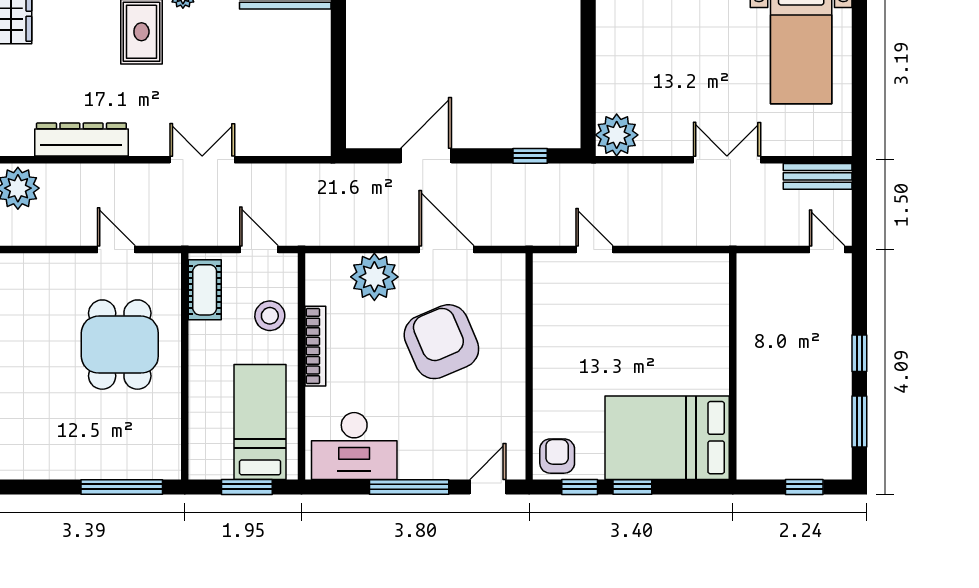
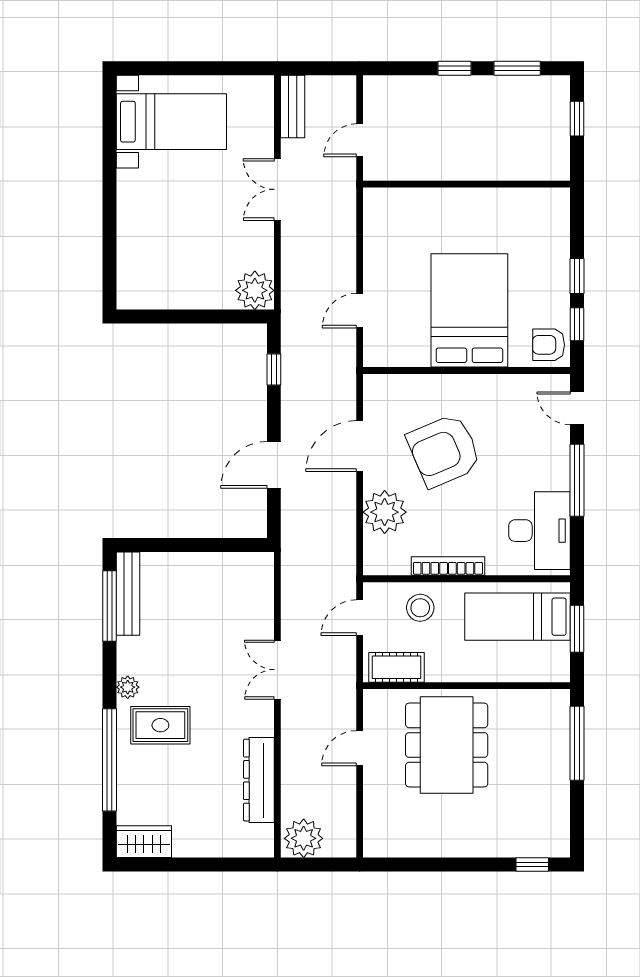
door: (426, 156) -> (274, 465), hinge flipped
door: (827, 250) -> (360, 140), moved
dining table: (120, 345) -> (447, 745), width x1.38
bed: (667, 438) -> (469, 310), moved, turned 180

